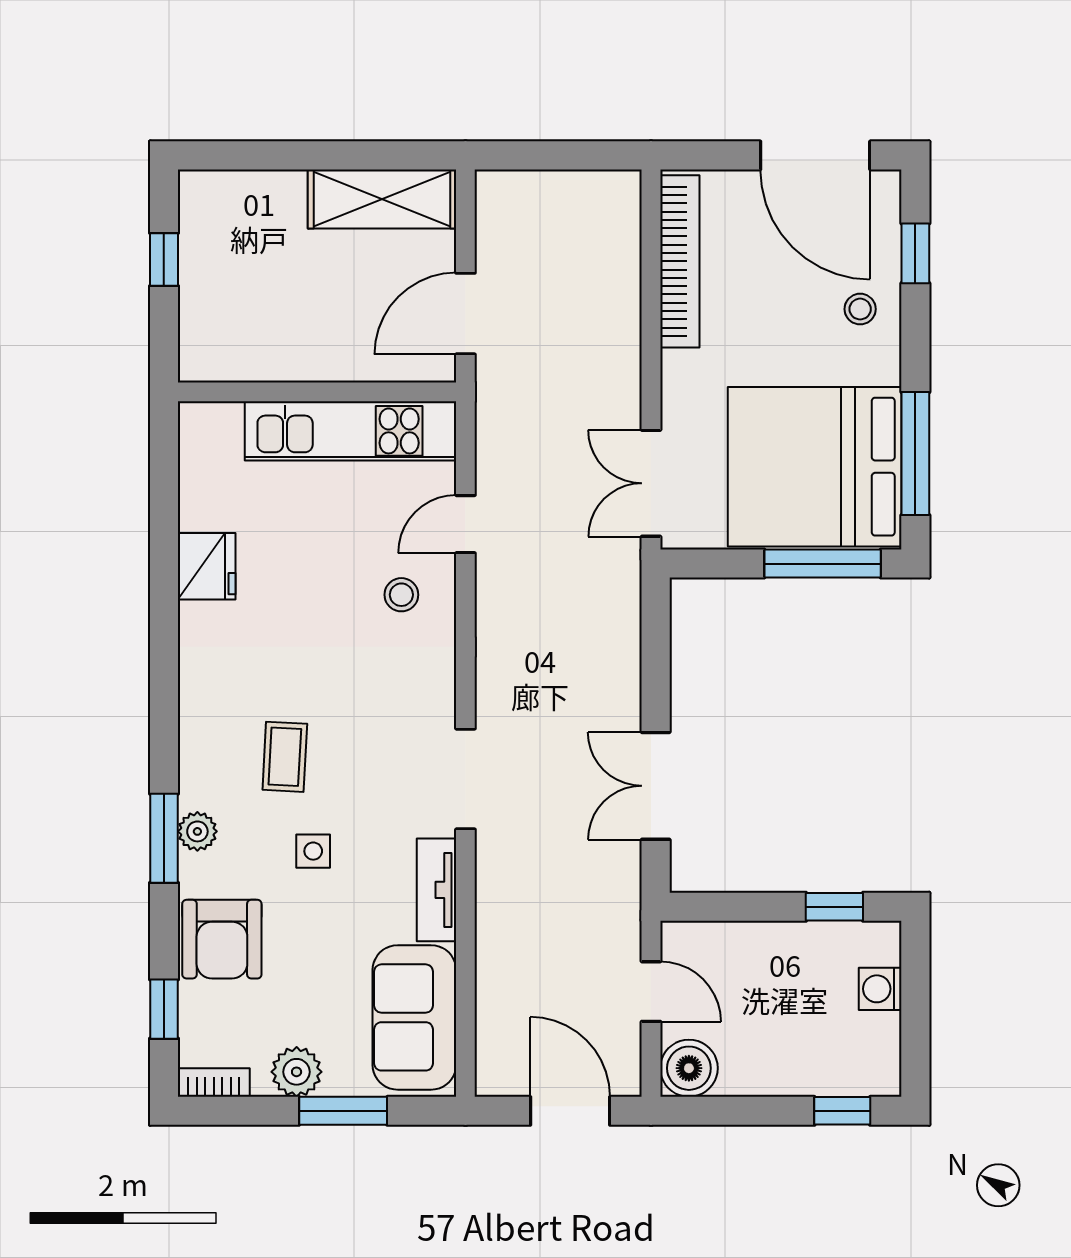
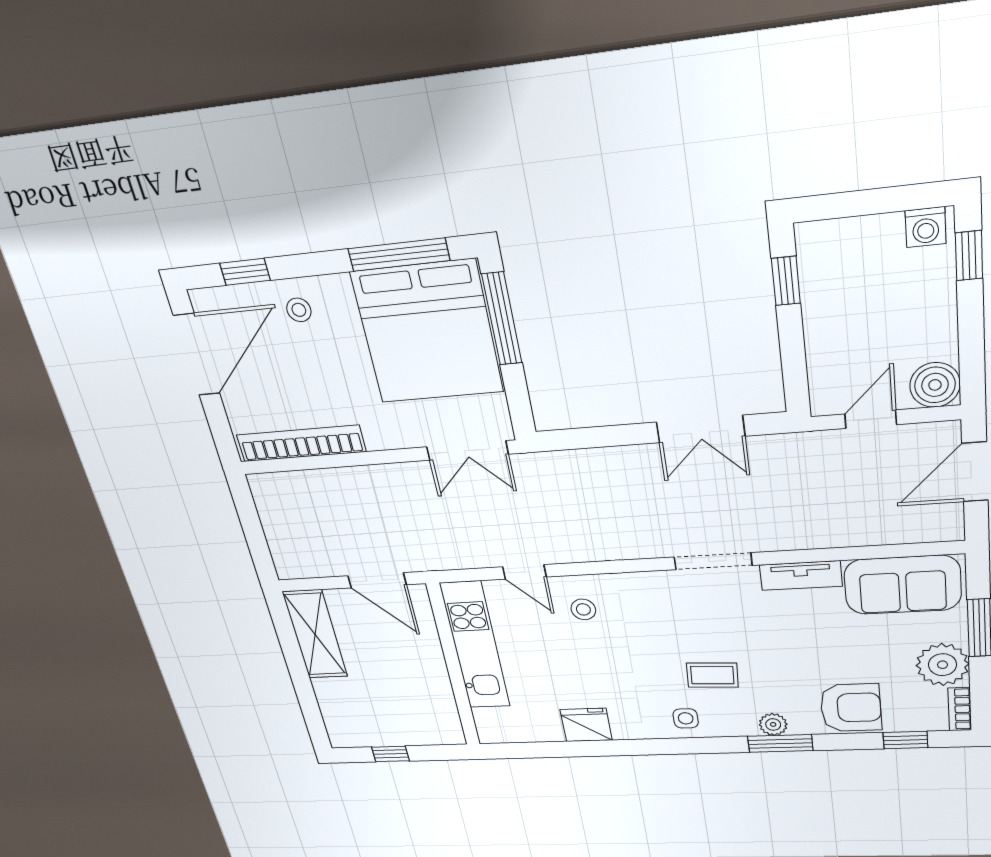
side table: (313, 851) -> (686, 718), moved
washing machine: (880, 989) -> (926, 227), moved
plant: (297, 1072) -> (943, 665), width x1.36, depth x1.36

